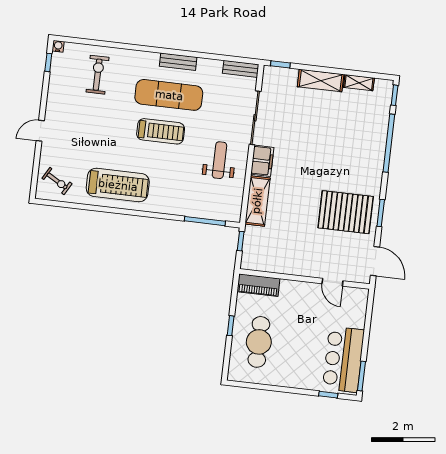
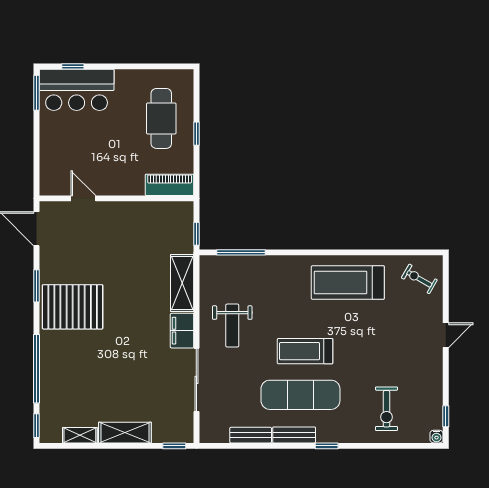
window: (152, 49) -> (327, 446), added
bench: (241, 69) -> (251, 435), moved
pallet: (346, 212) -> (73, 307), moved
bar counter: (343, 359) -> (77, 90), moved, turned 90

